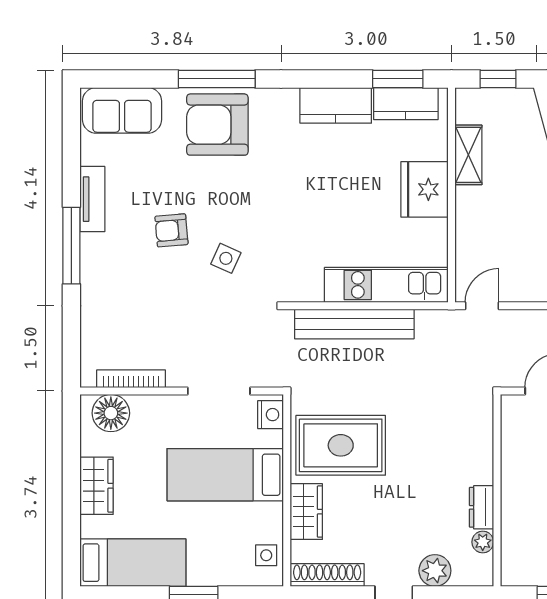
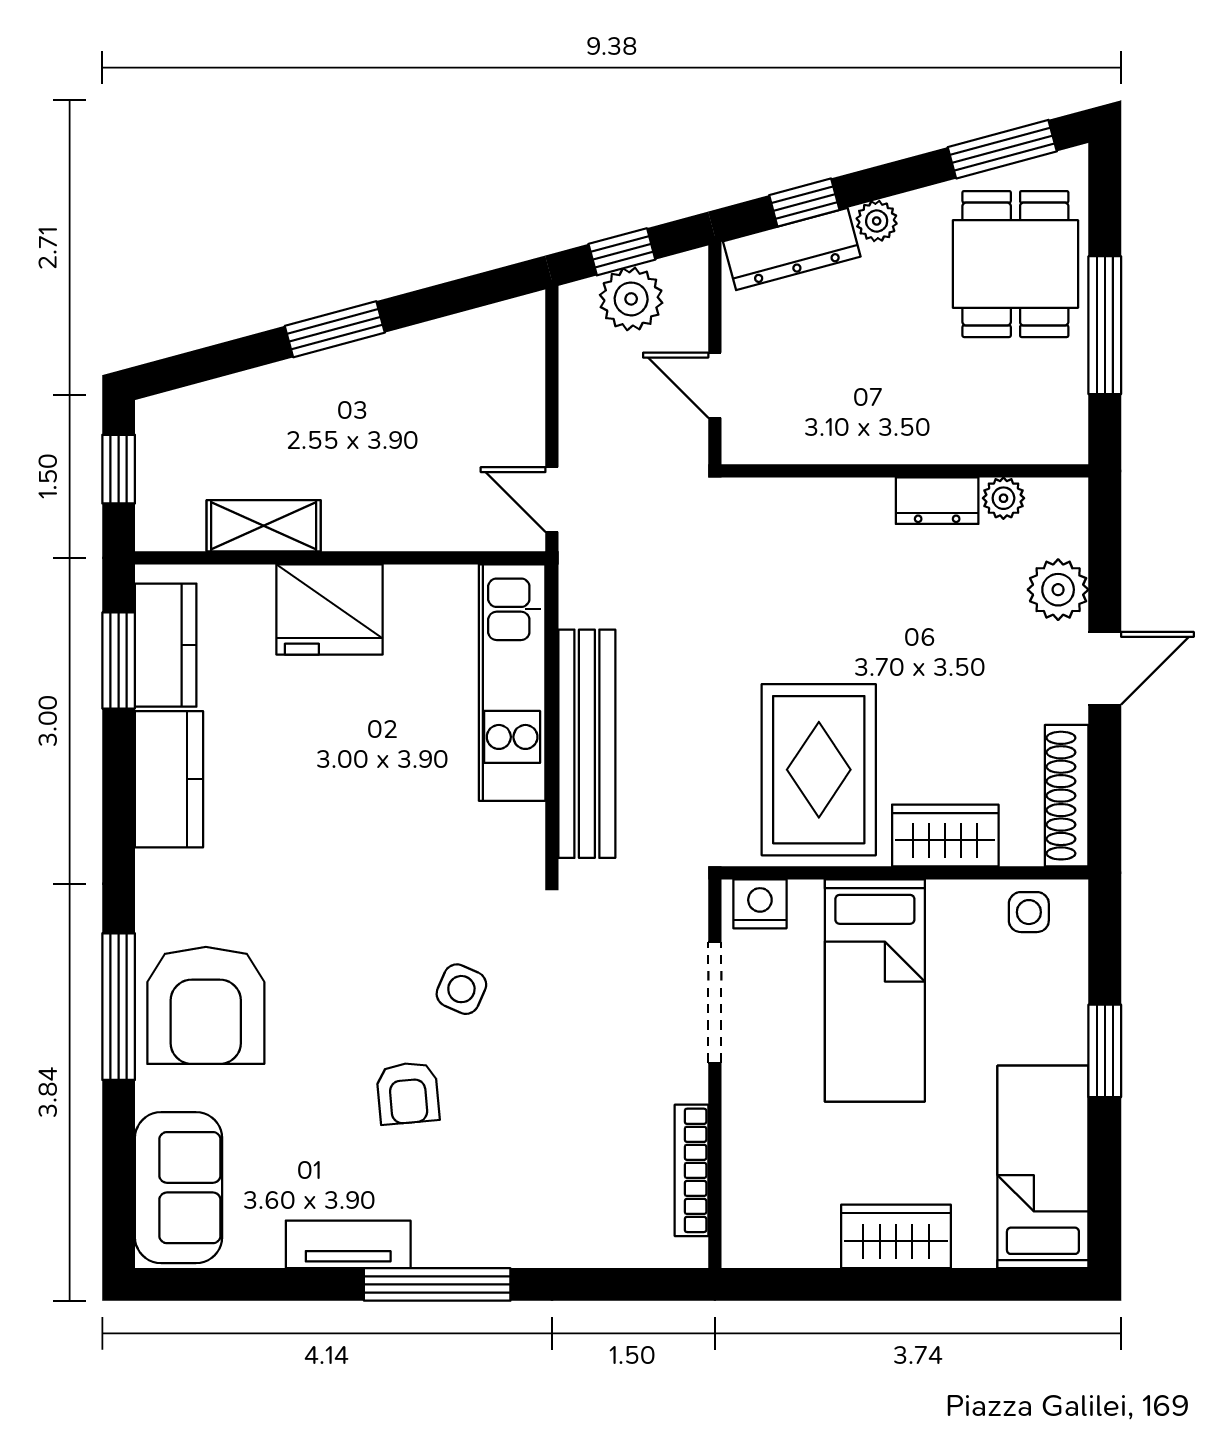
floor lamp: (111, 413) -> (757, 1209), removed

